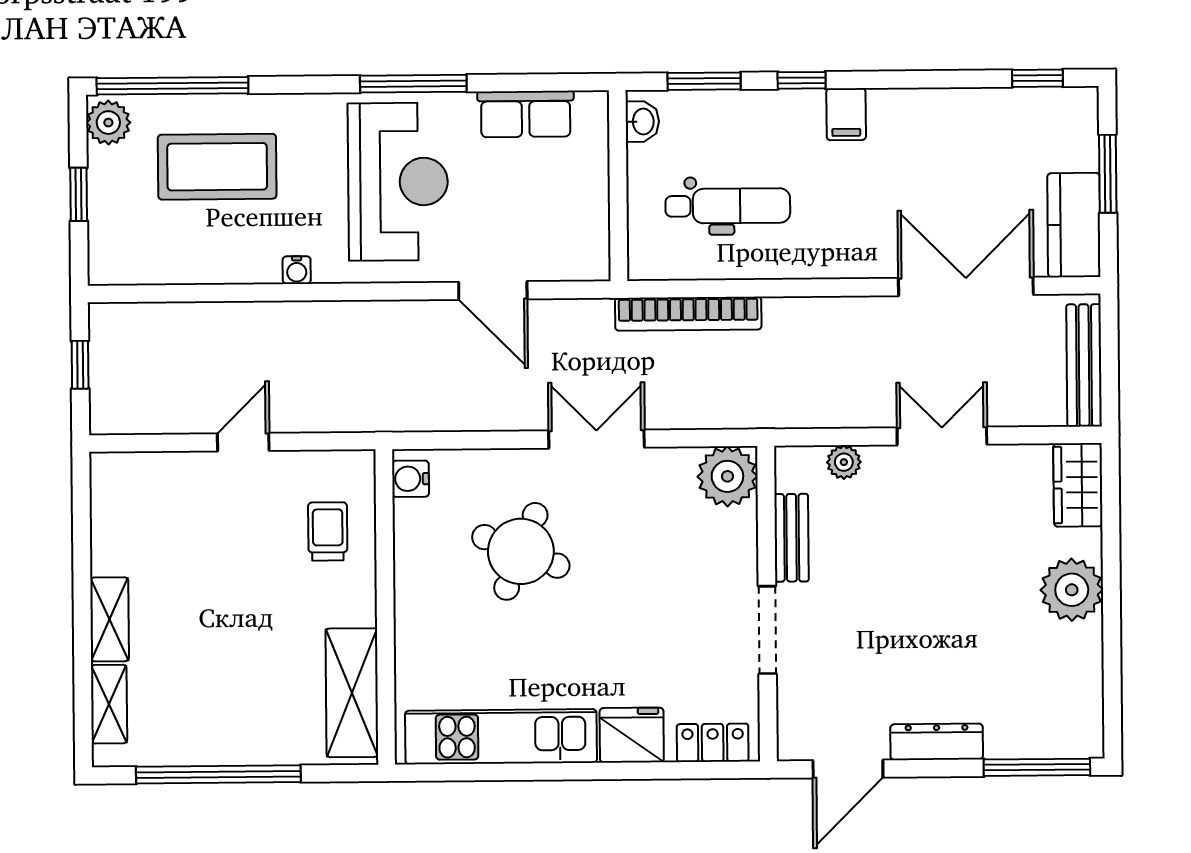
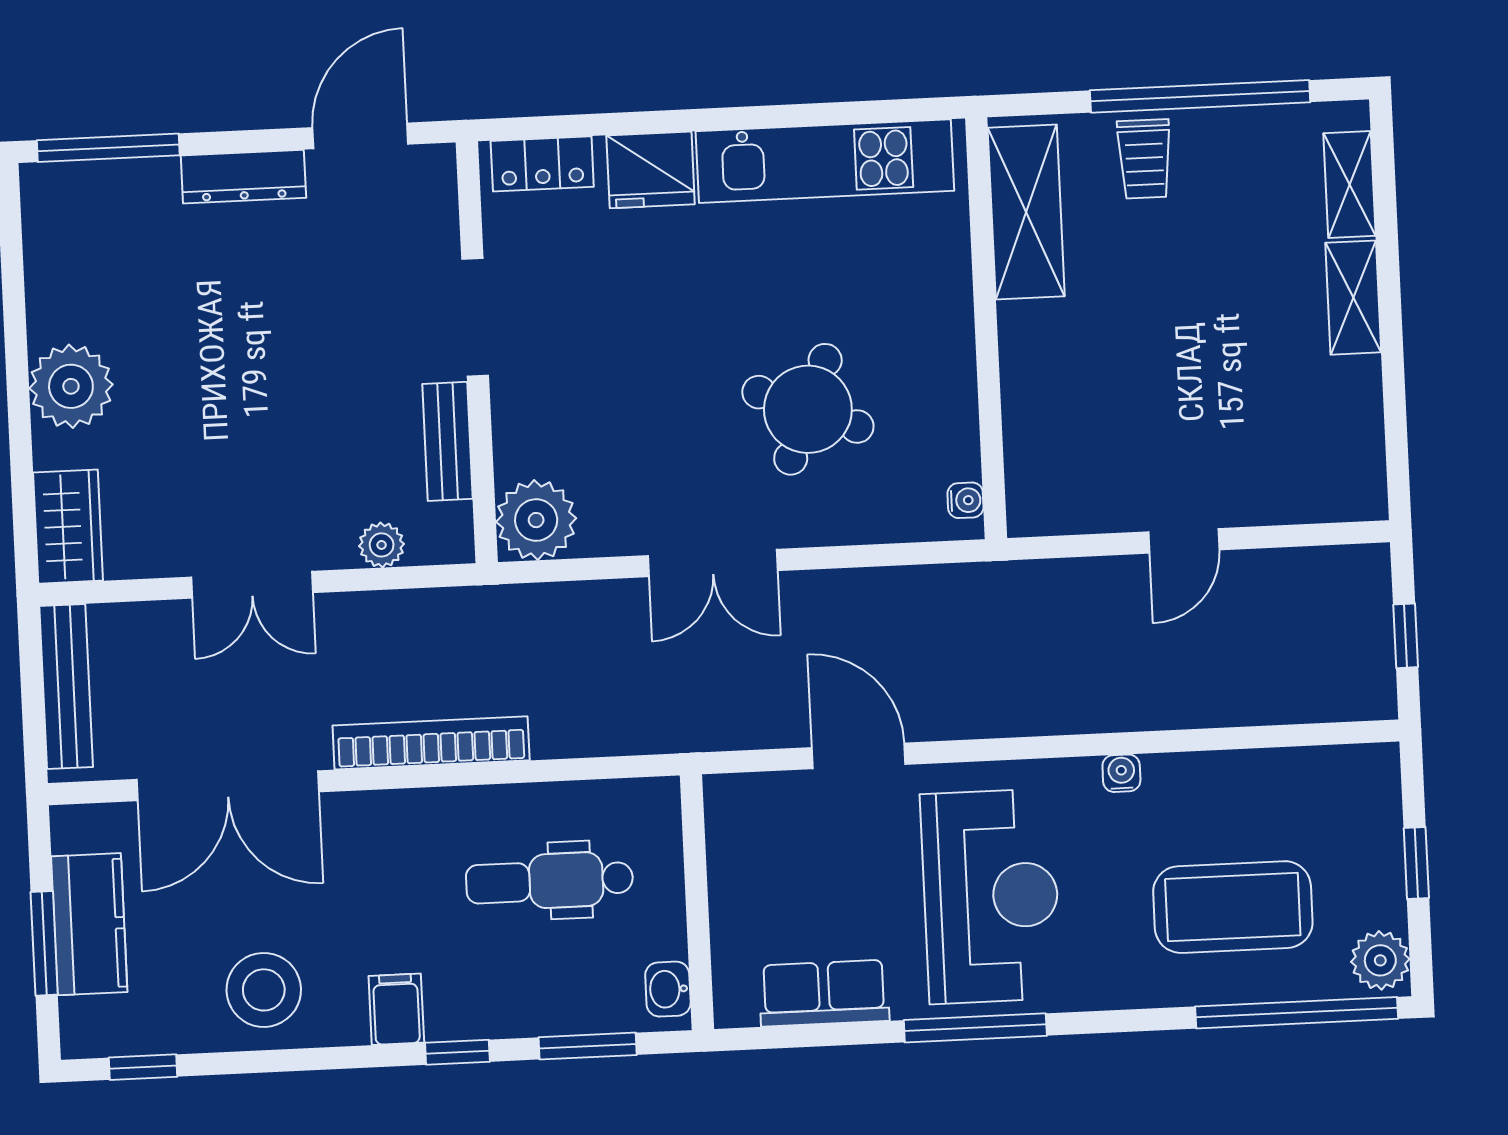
stool: (945, 132) -> (264, 990), added
reception desk: (398, 182) -> (991, 896), turned 180
kitchen counter: (1074, 225) -> (89, 924), moved
bookcase: (688, 314) -> (431, 743), moved
water cooler: (411, 479) -> (965, 500), width x0.72, depth x0.72
trolley: (328, 531) -> (1144, 159), moved

